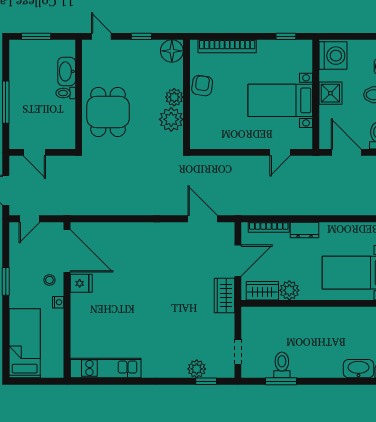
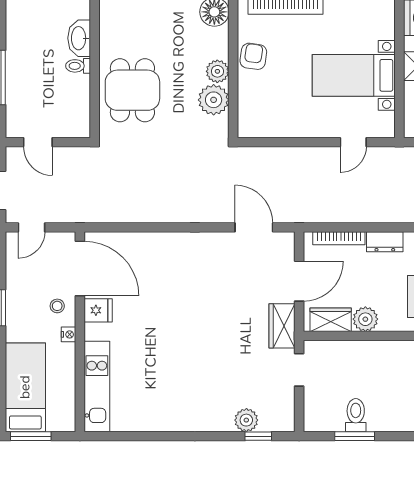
doorway: (238, 352) -> (299, 370), moved
kitchen unit: (106, 368) -> (97, 386), moved, turned 90
window: (29, 381) -> (31, 436), added

